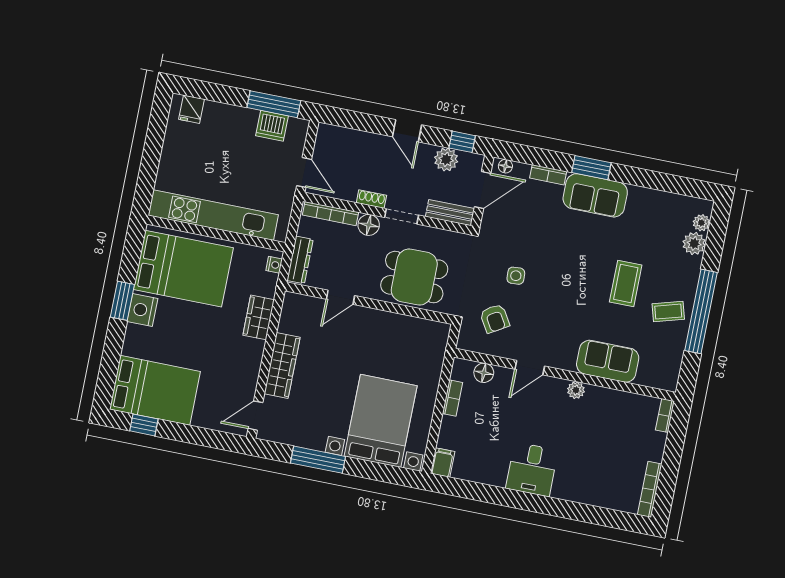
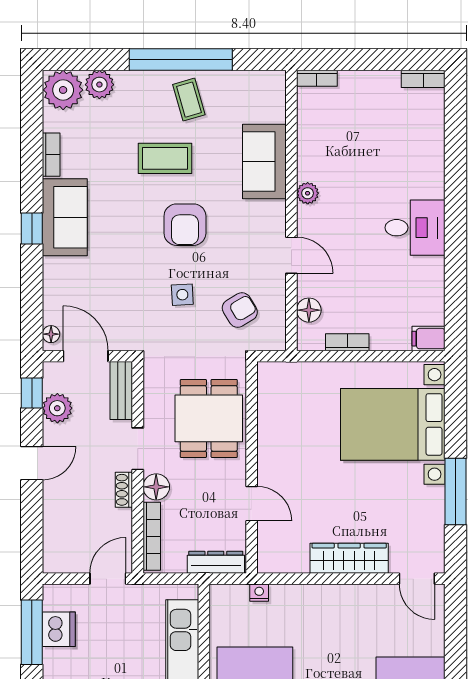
window: (591, 168) -> (32, 229), width x0.67
bookcase: (548, 175) -> (51, 155), moved
plant: (701, 223) -> (63, 90), width x1.88, depth x1.88
nightstand: (274, 265) -> (259, 593), moved
armchair: (570, 289) -> (185, 225), added
wardrobe: (259, 317) -> (296, 599), removed
bookcase: (650, 489) -> (423, 79), width x0.64

